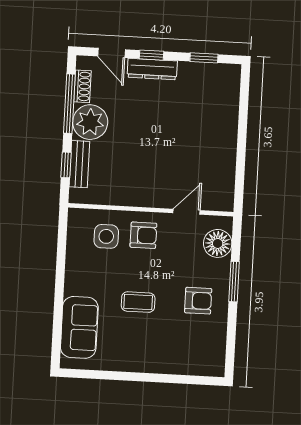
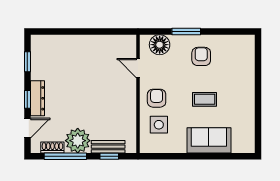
coffee table: (138, 302) -> (205, 99), turned 90
sofa: (79, 327) -> (209, 140), moved

